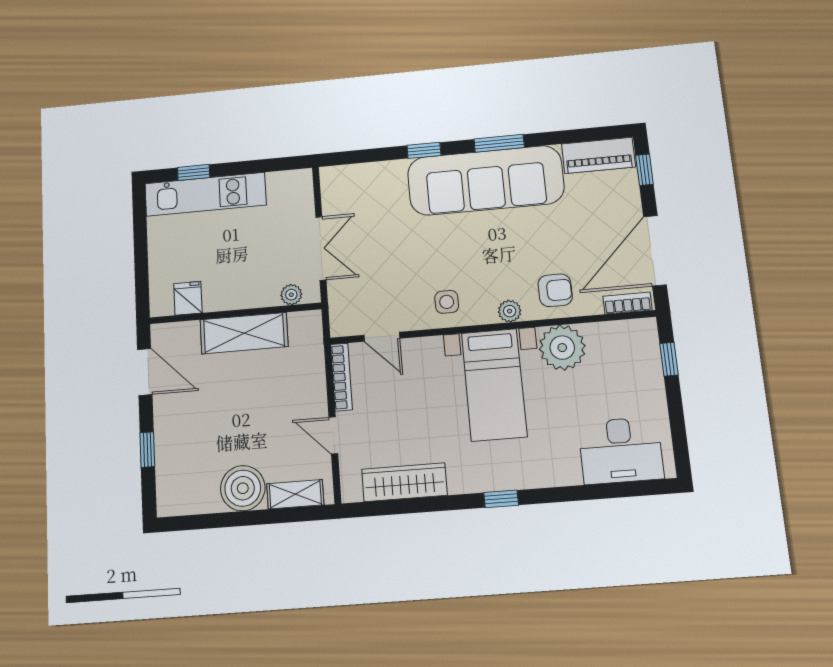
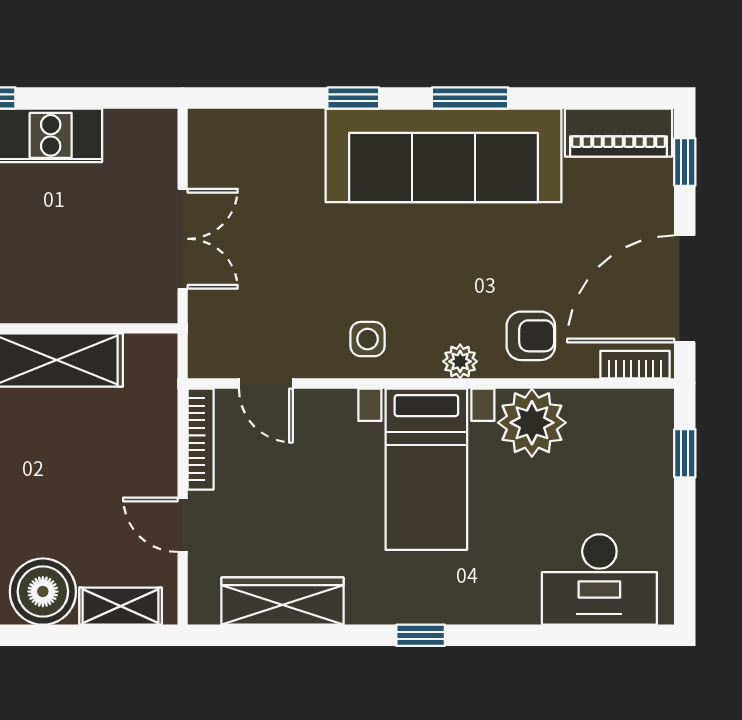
plant: (291, 295) -> (133, 307), removed

